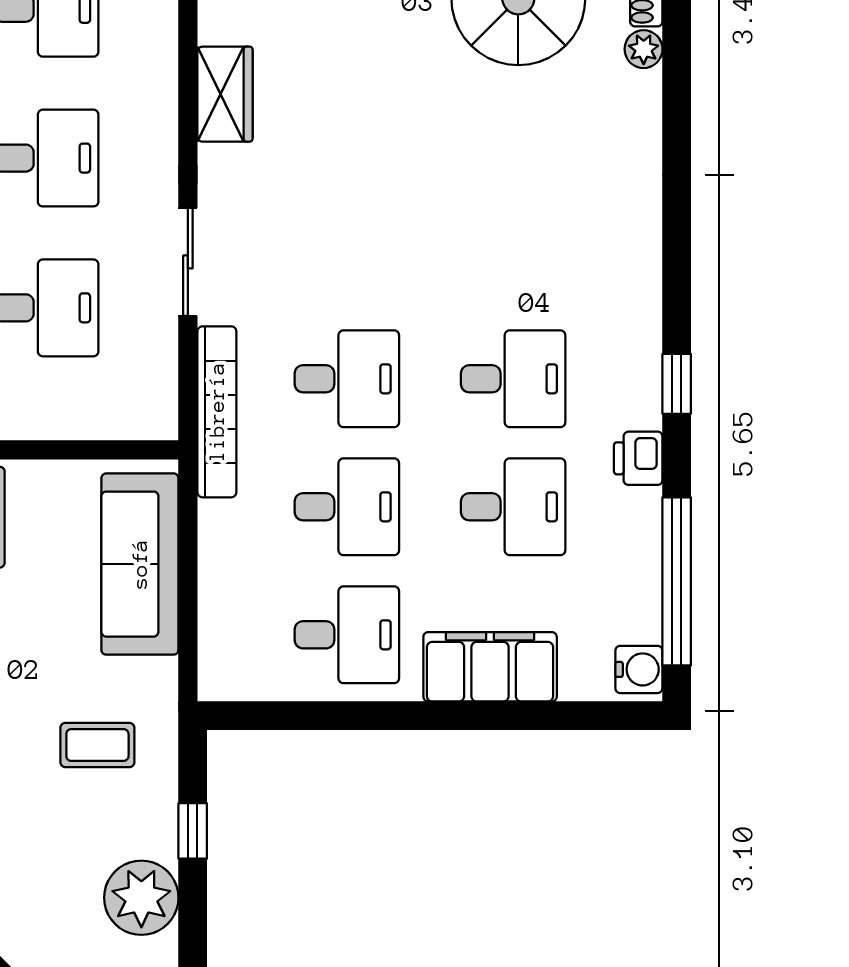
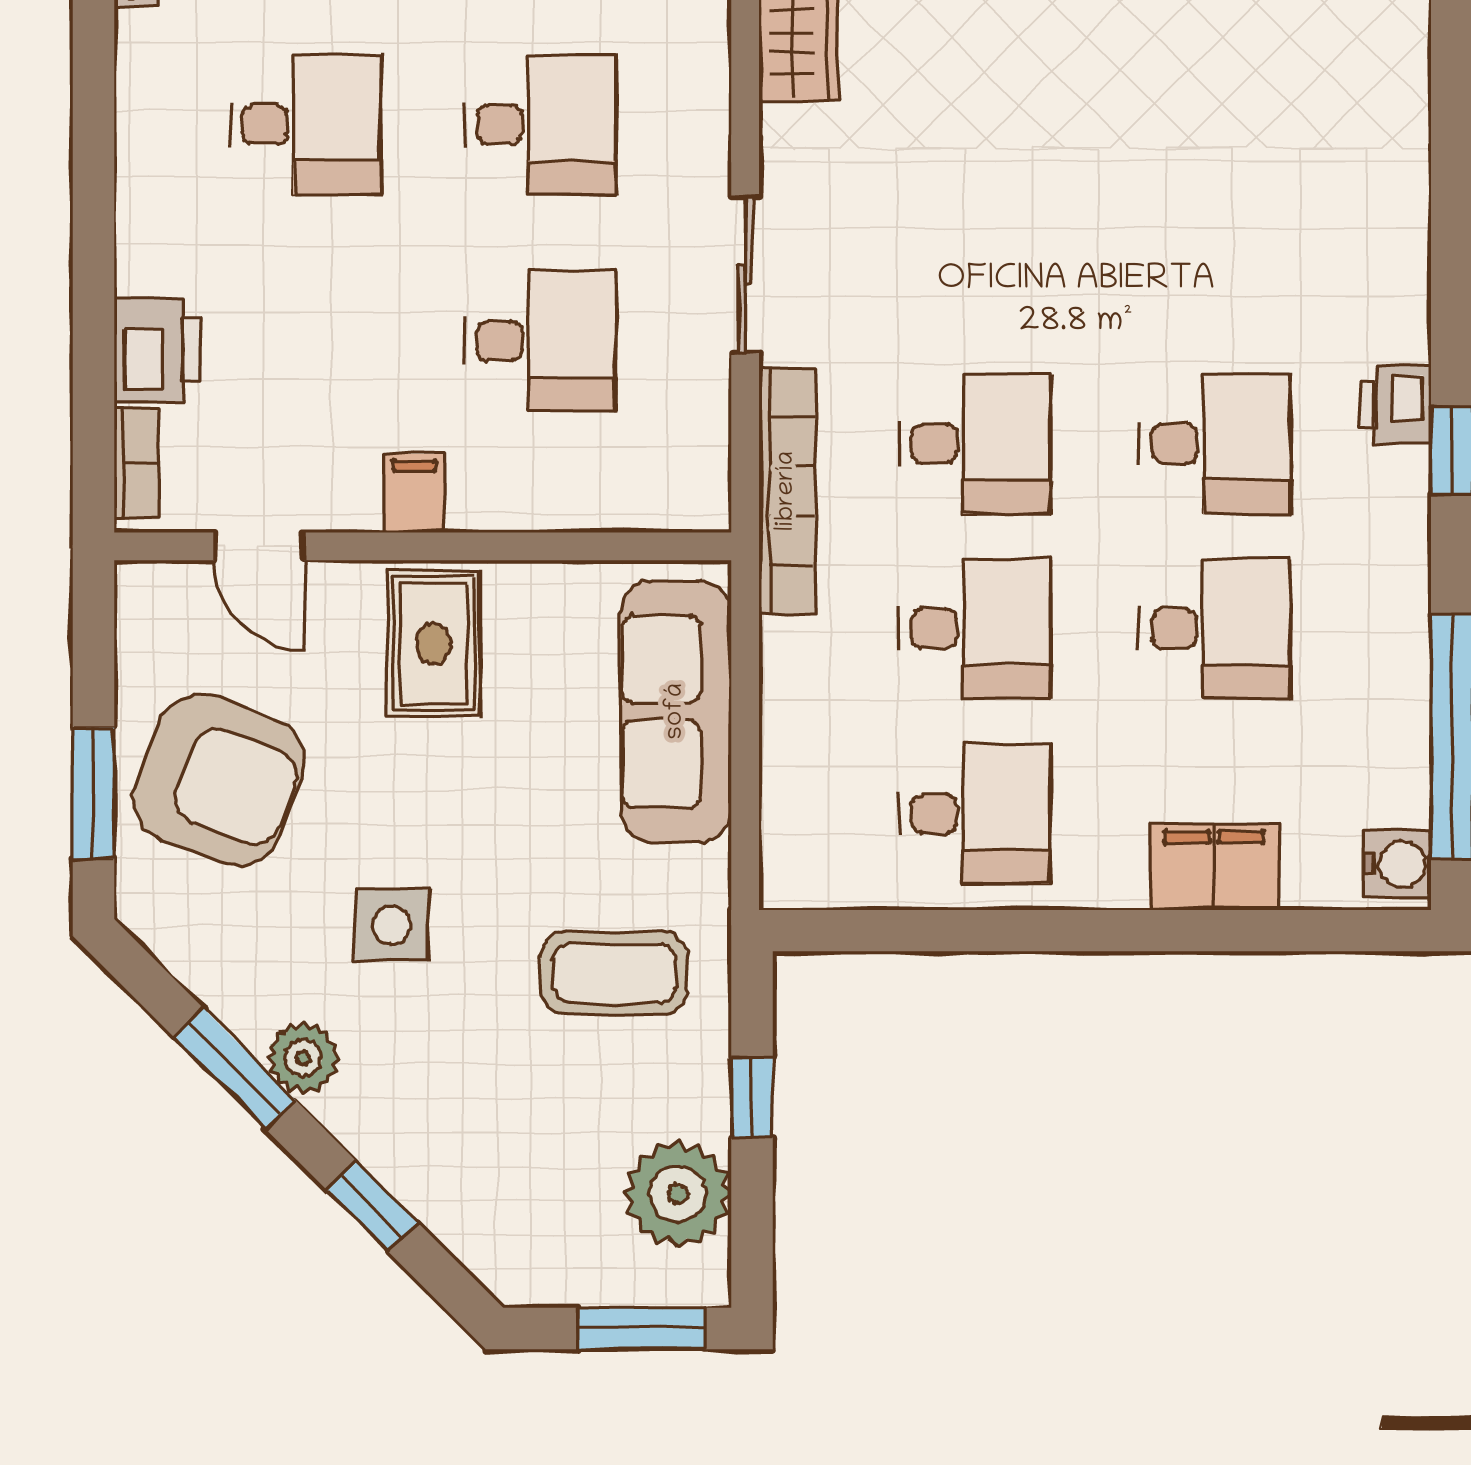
printer: (638, 458) -> (1396, 405), moved
filing cabinet: (490, 667) -> (1214, 867), width x0.67, depth x0.86
coffee table: (97, 745) -> (614, 973), width x1.36, depth x1.30

